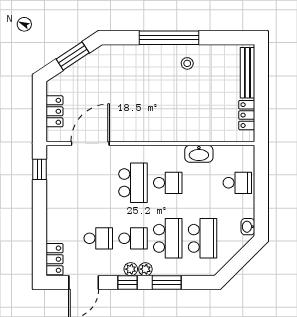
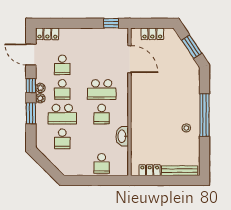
washbasin: (248, 227) -> (70, 171), removed
school desk: (202, 238) -> (62, 139), width x0.54

